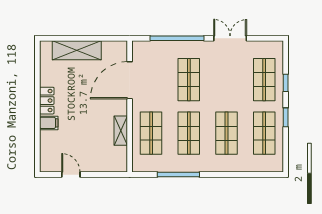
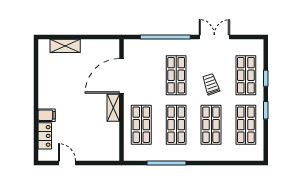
shelving: (77, 50) -> (65, 46), width x0.67, depth x0.75
trolley: (226, 89) -> (211, 84), added
locker: (47, 101) -> (45, 136), moved
shelving: (121, 131) -> (113, 108), moved

